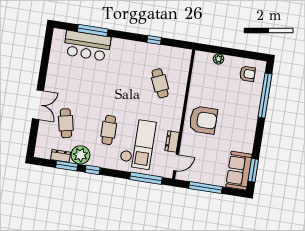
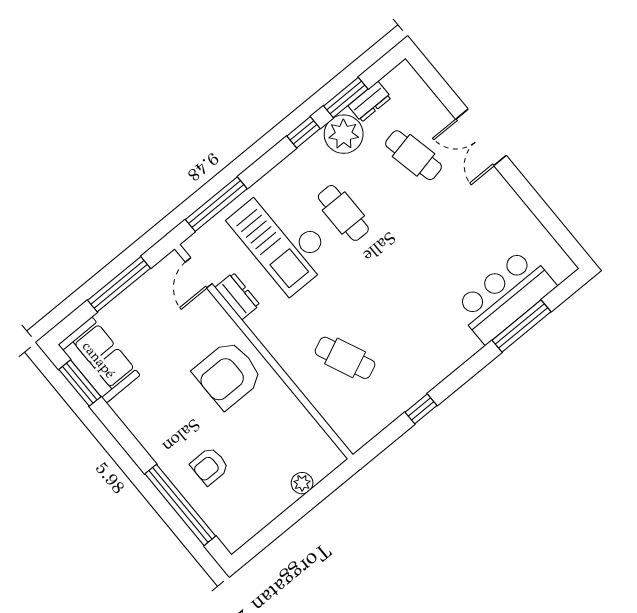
armchair: (247, 74) -> (210, 466), moved

